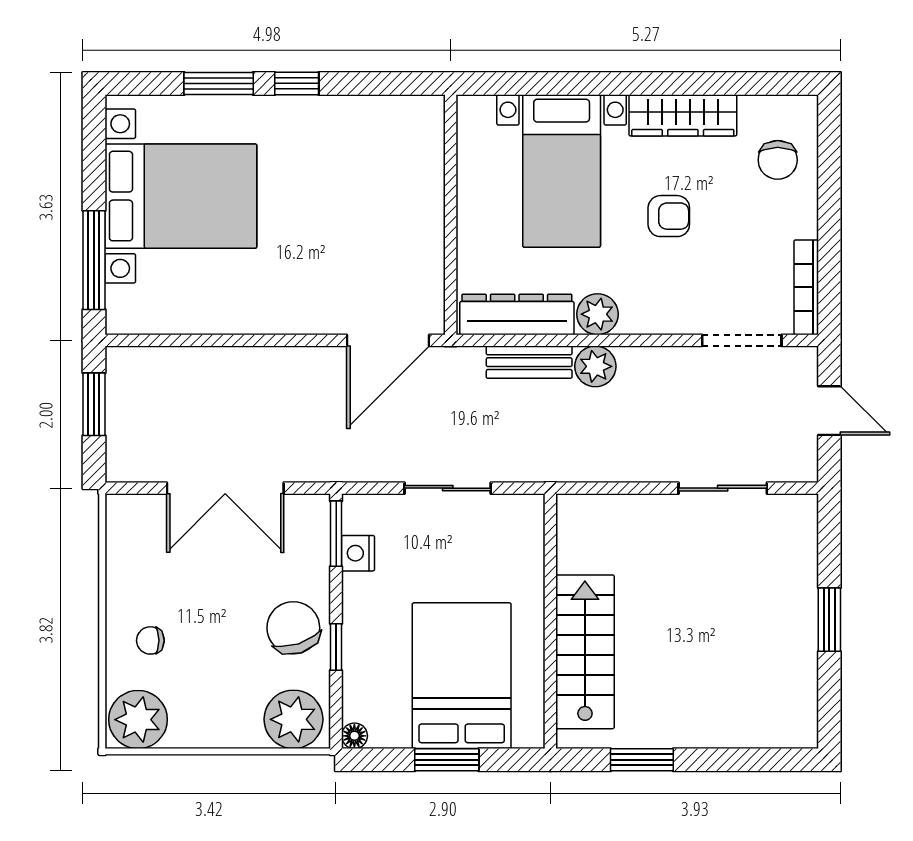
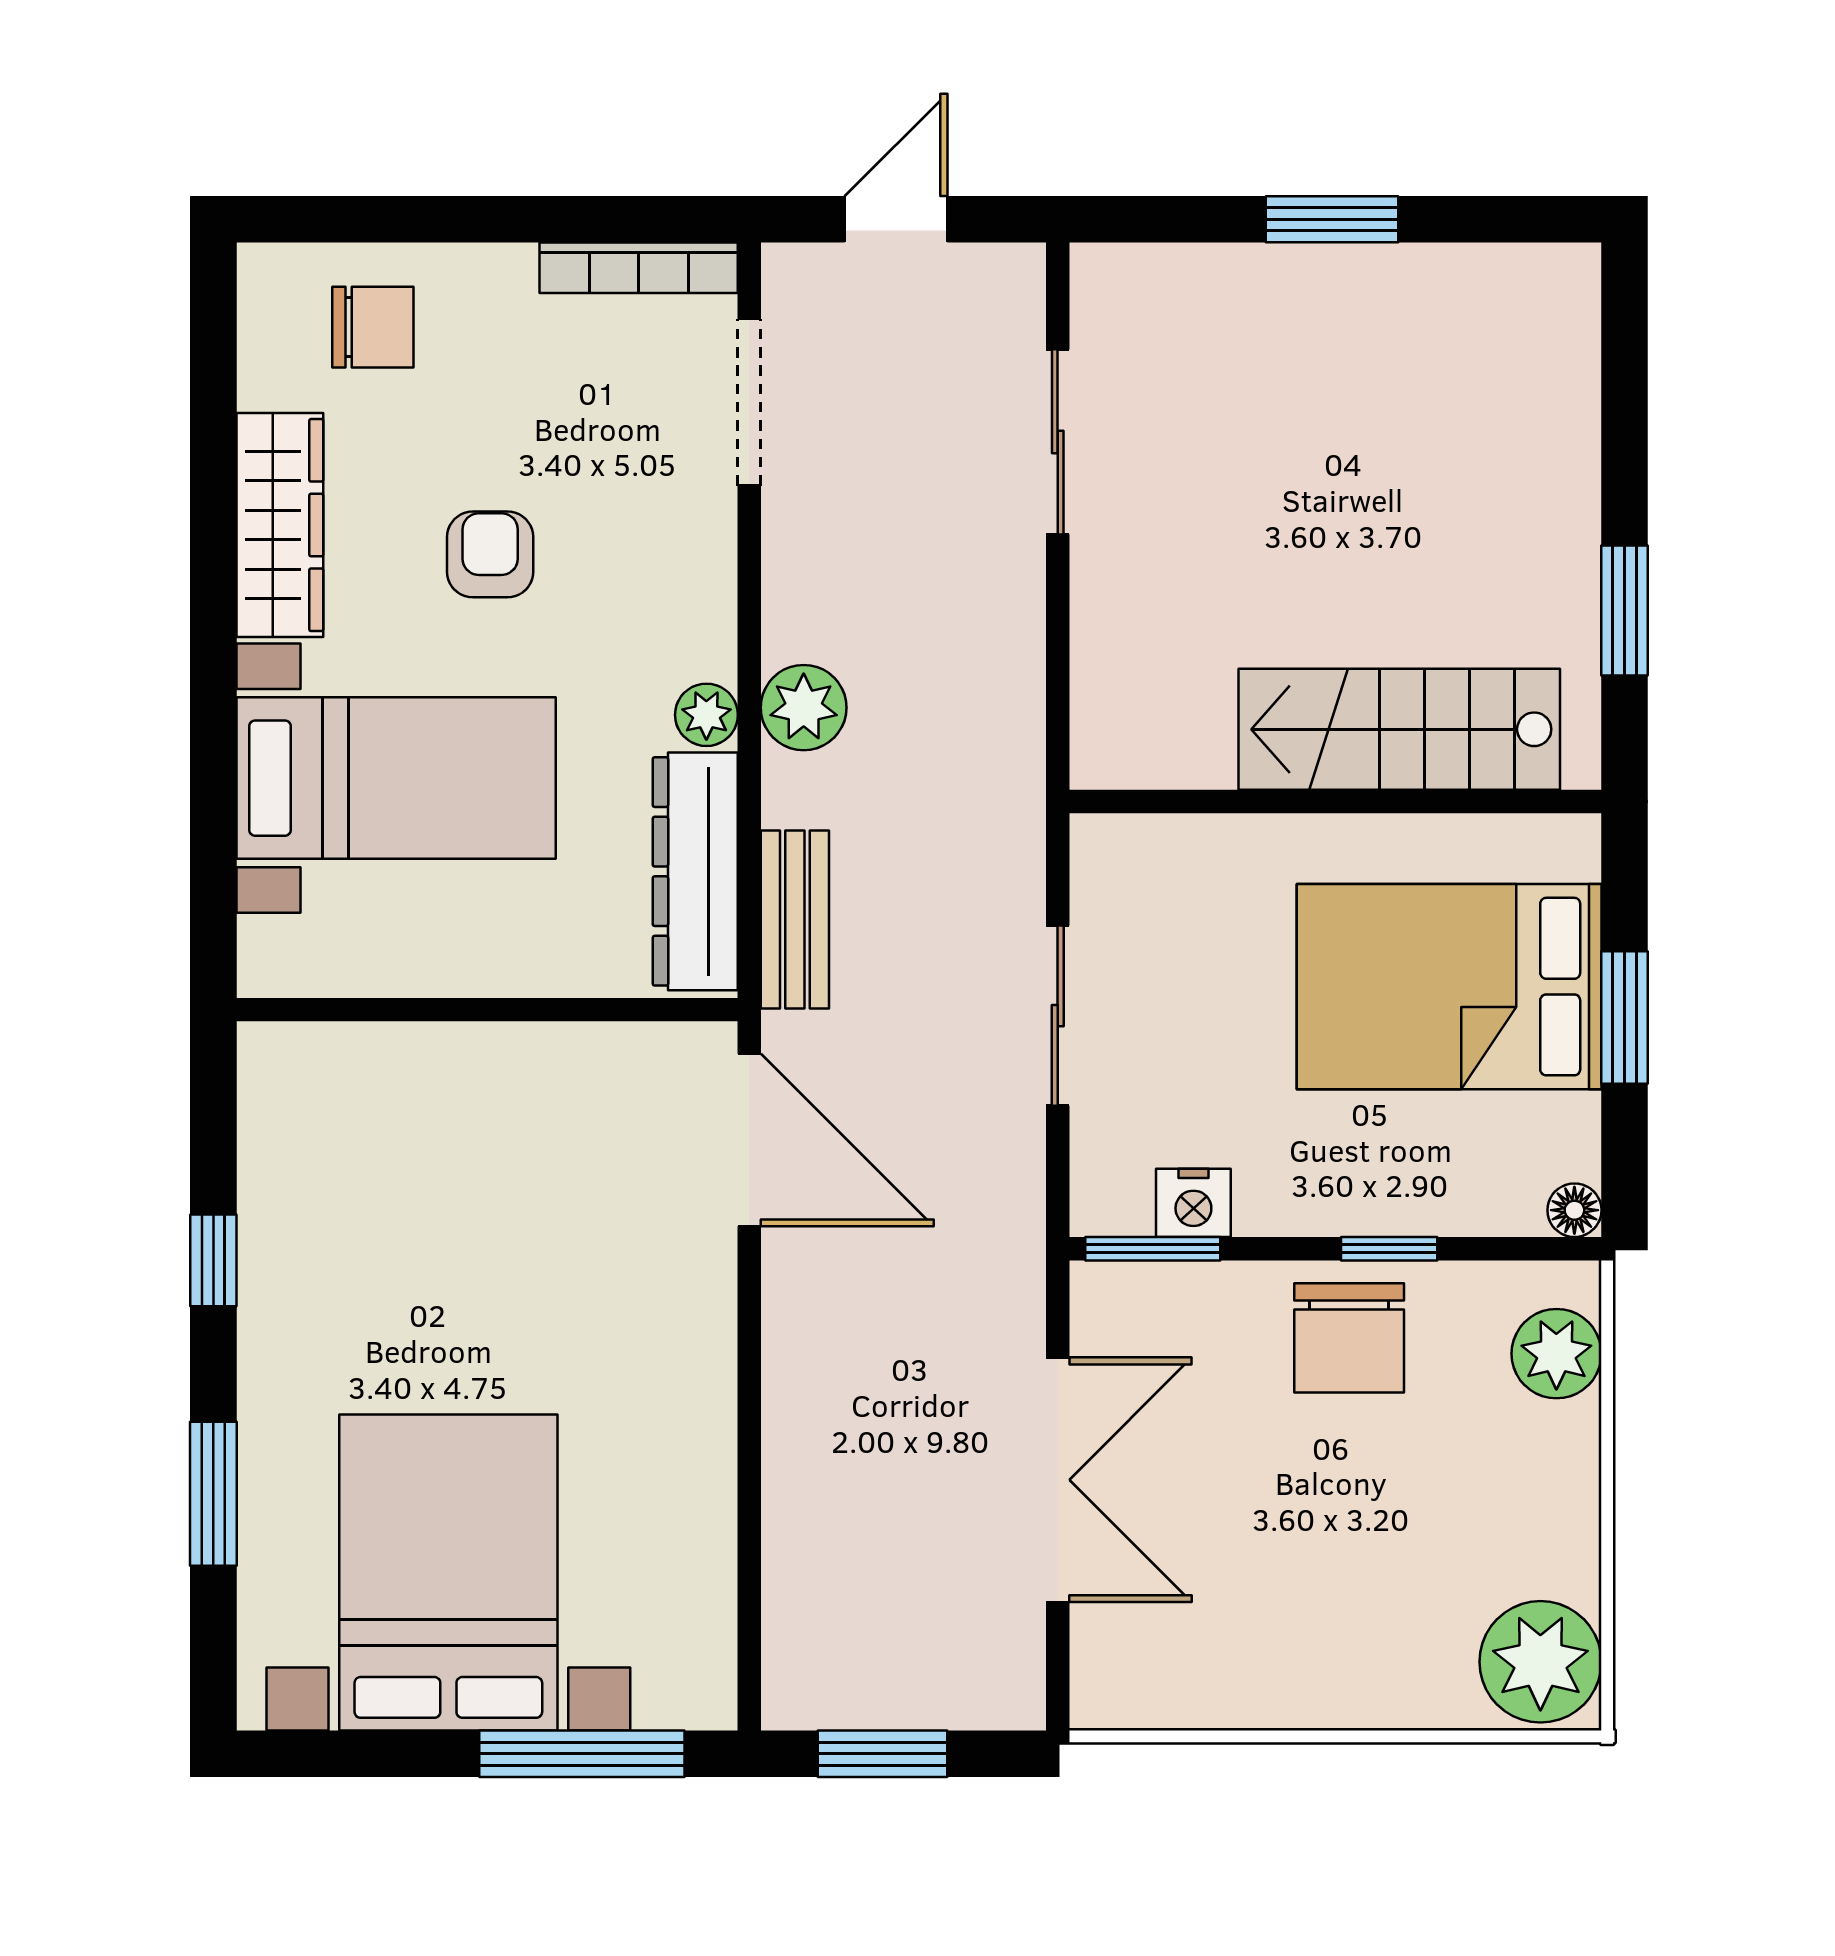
window: (297, 83) -> (213, 1260), moved
plant: (597, 314) -> (706, 715), width x0.73, depth x0.73
bench: (529, 362) -> (795, 919), moved
chair: (293, 628) -> (1349, 1338), turned -72
chair: (150, 640) -> (1376, 1636), removed
plant: (294, 719) -> (1556, 1354), width x0.73, depth x0.73

